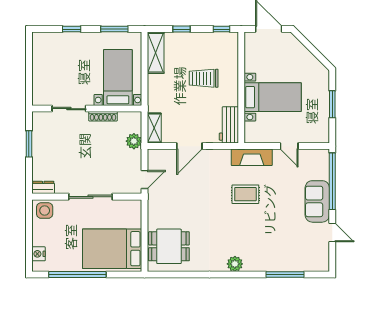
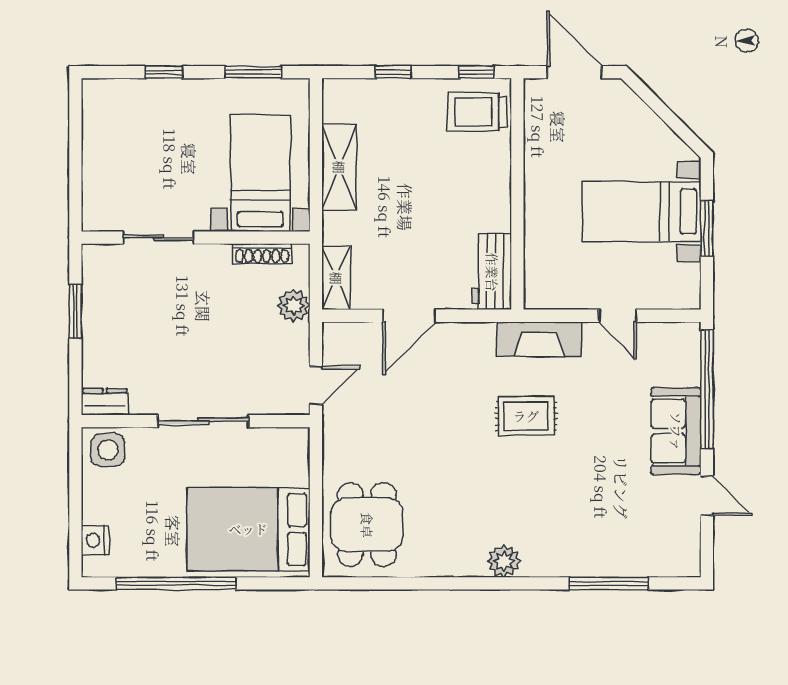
shelving: (156, 53) -> (339, 167), moved
trolley: (204, 78) -> (477, 112), moved
bed with nightstands: (273, 97) -> (642, 212), moved, turned 180
shoe rack: (103, 116) -> (262, 254), moved
dining table: (169, 246) -> (367, 525), turned 90

